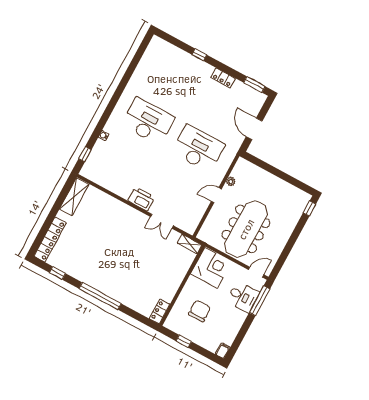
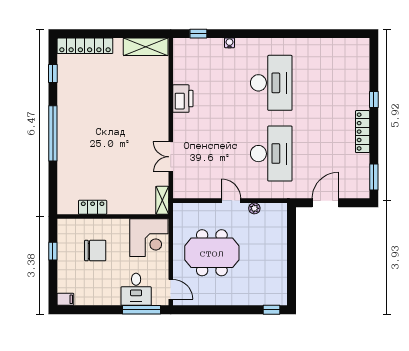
locker: (223, 78) -> (363, 132), width x1.53
printer: (141, 199) -> (183, 99), moved
meeting table: (246, 229) -> (212, 253), width x0.73
locker: (160, 311) -> (93, 207), moved

